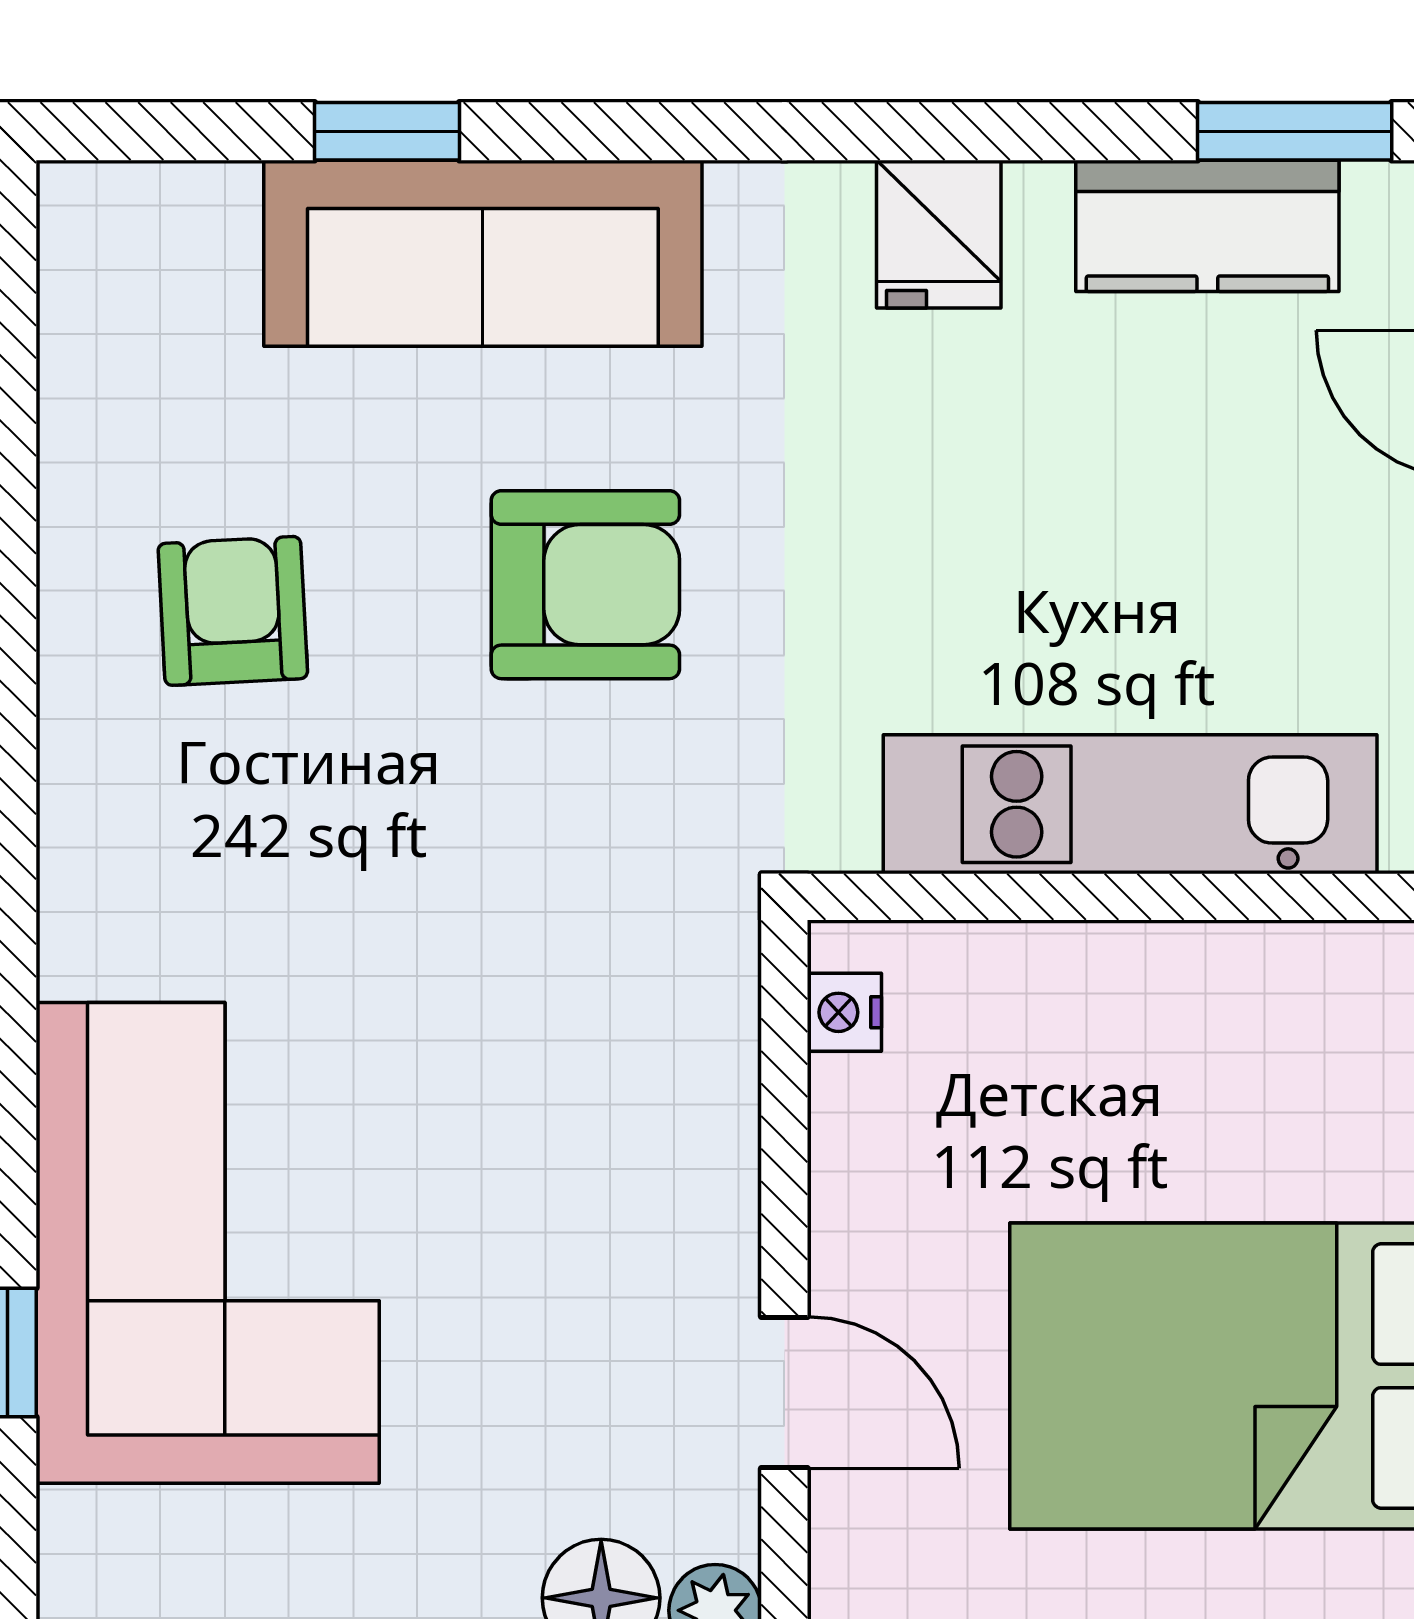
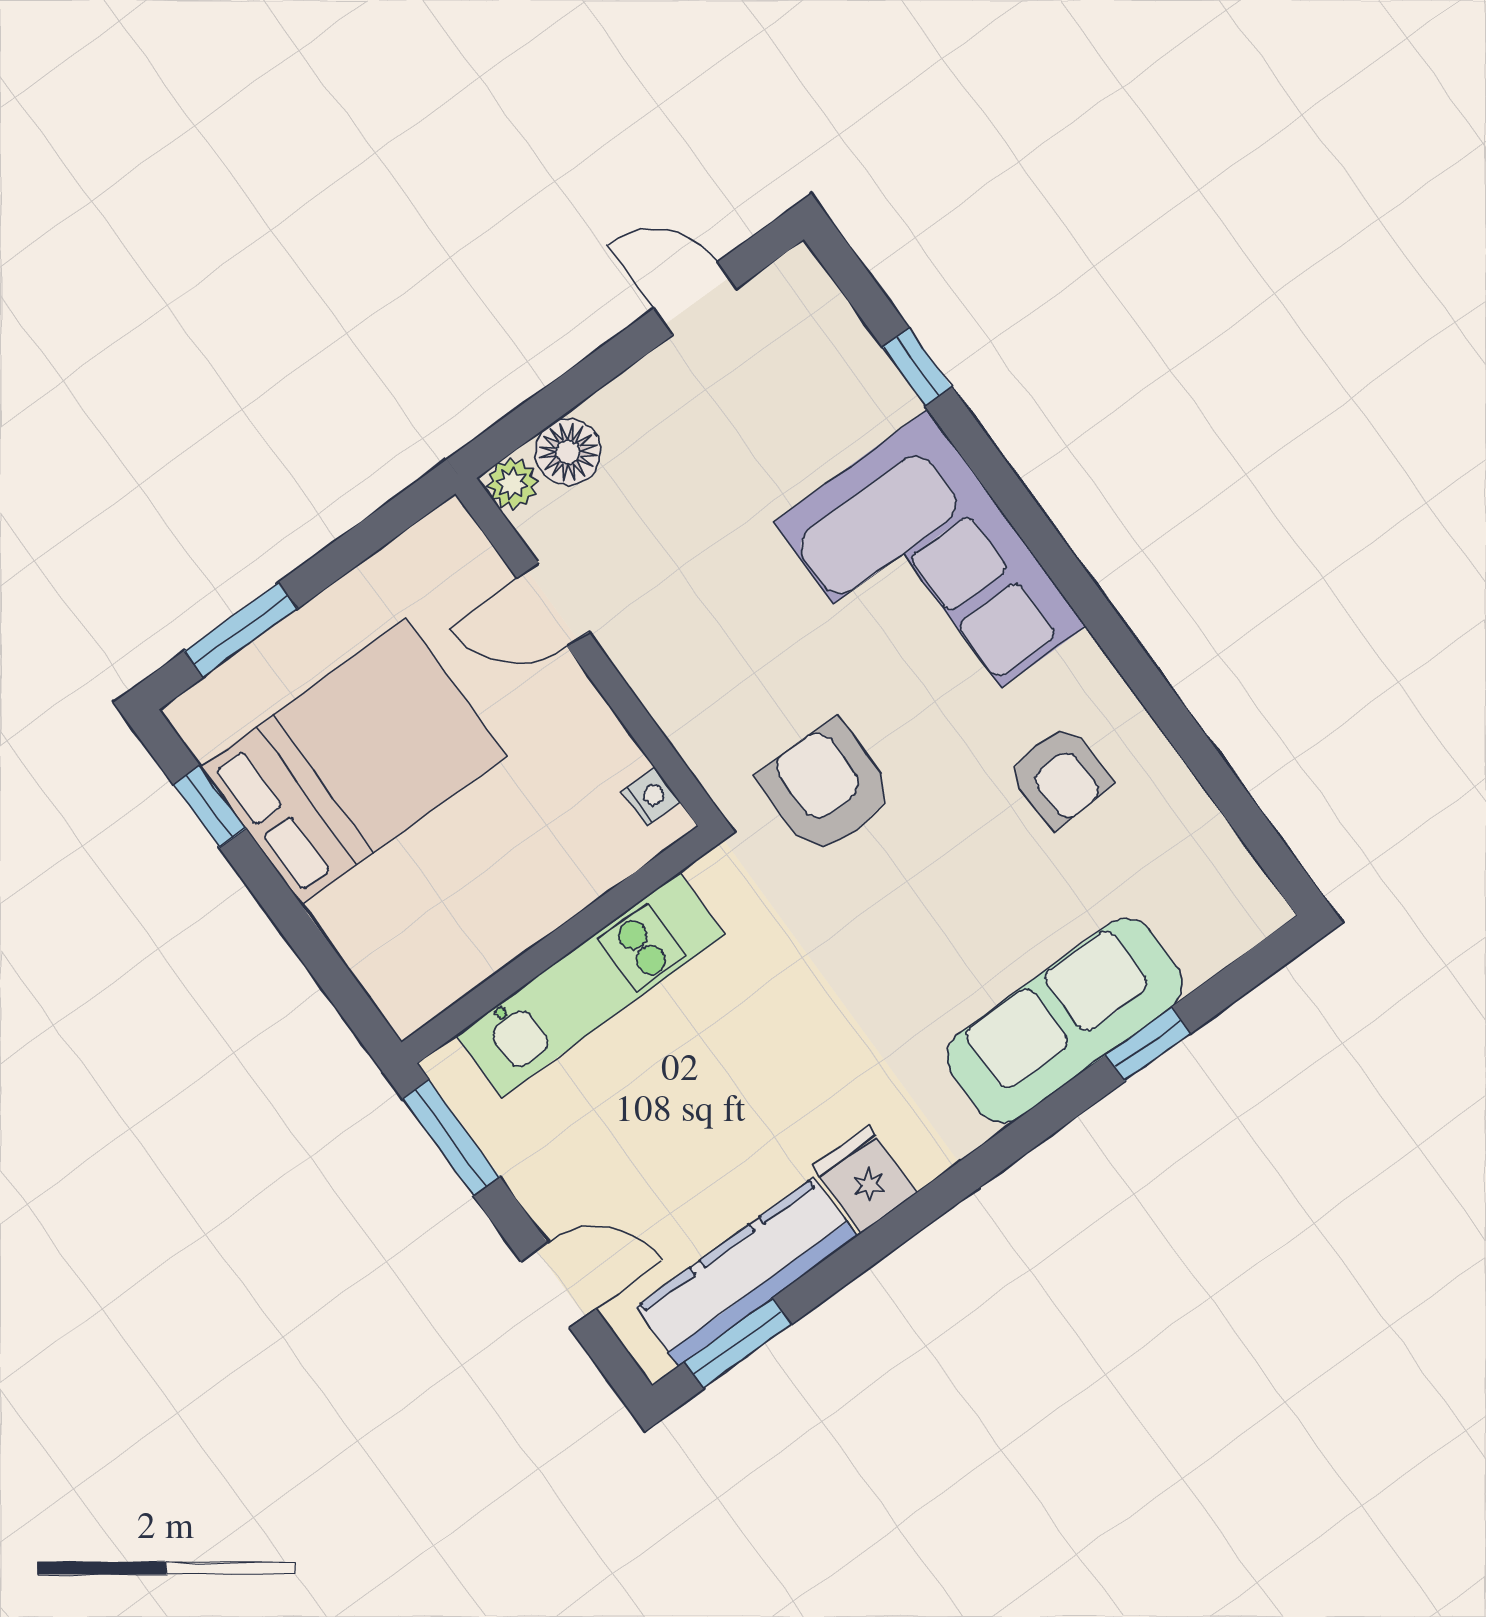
kitchen counter: (1207, 226) -> (746, 1272), width x1.50
armchair: (585, 585) -> (826, 787), moved, turned 90
corner sofa: (208, 1243) -> (930, 574), moved

